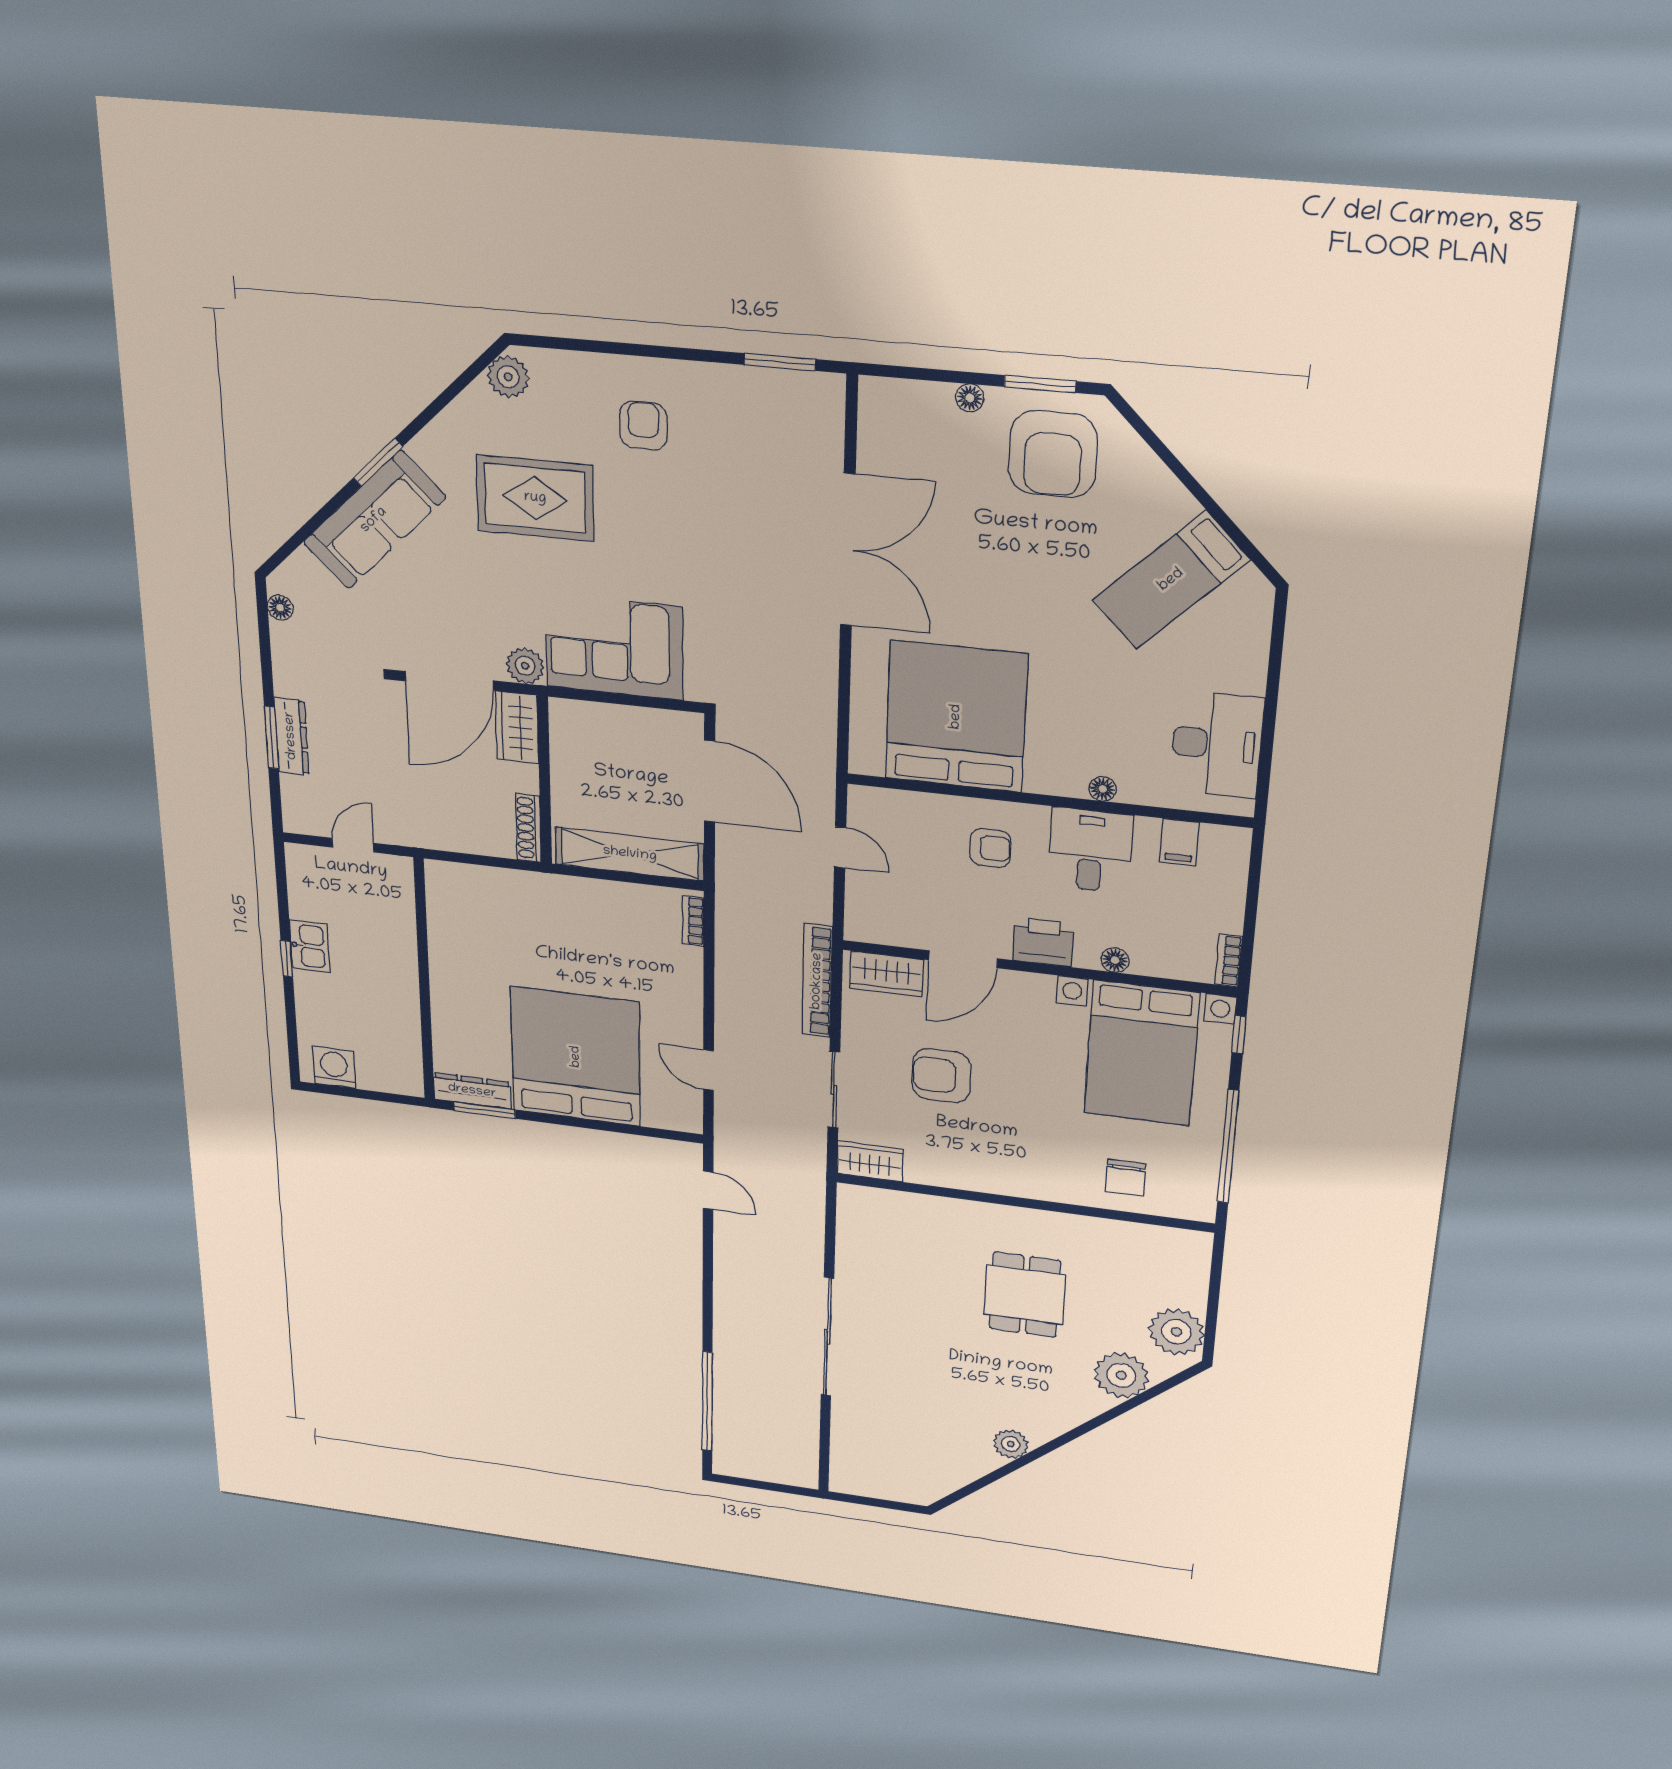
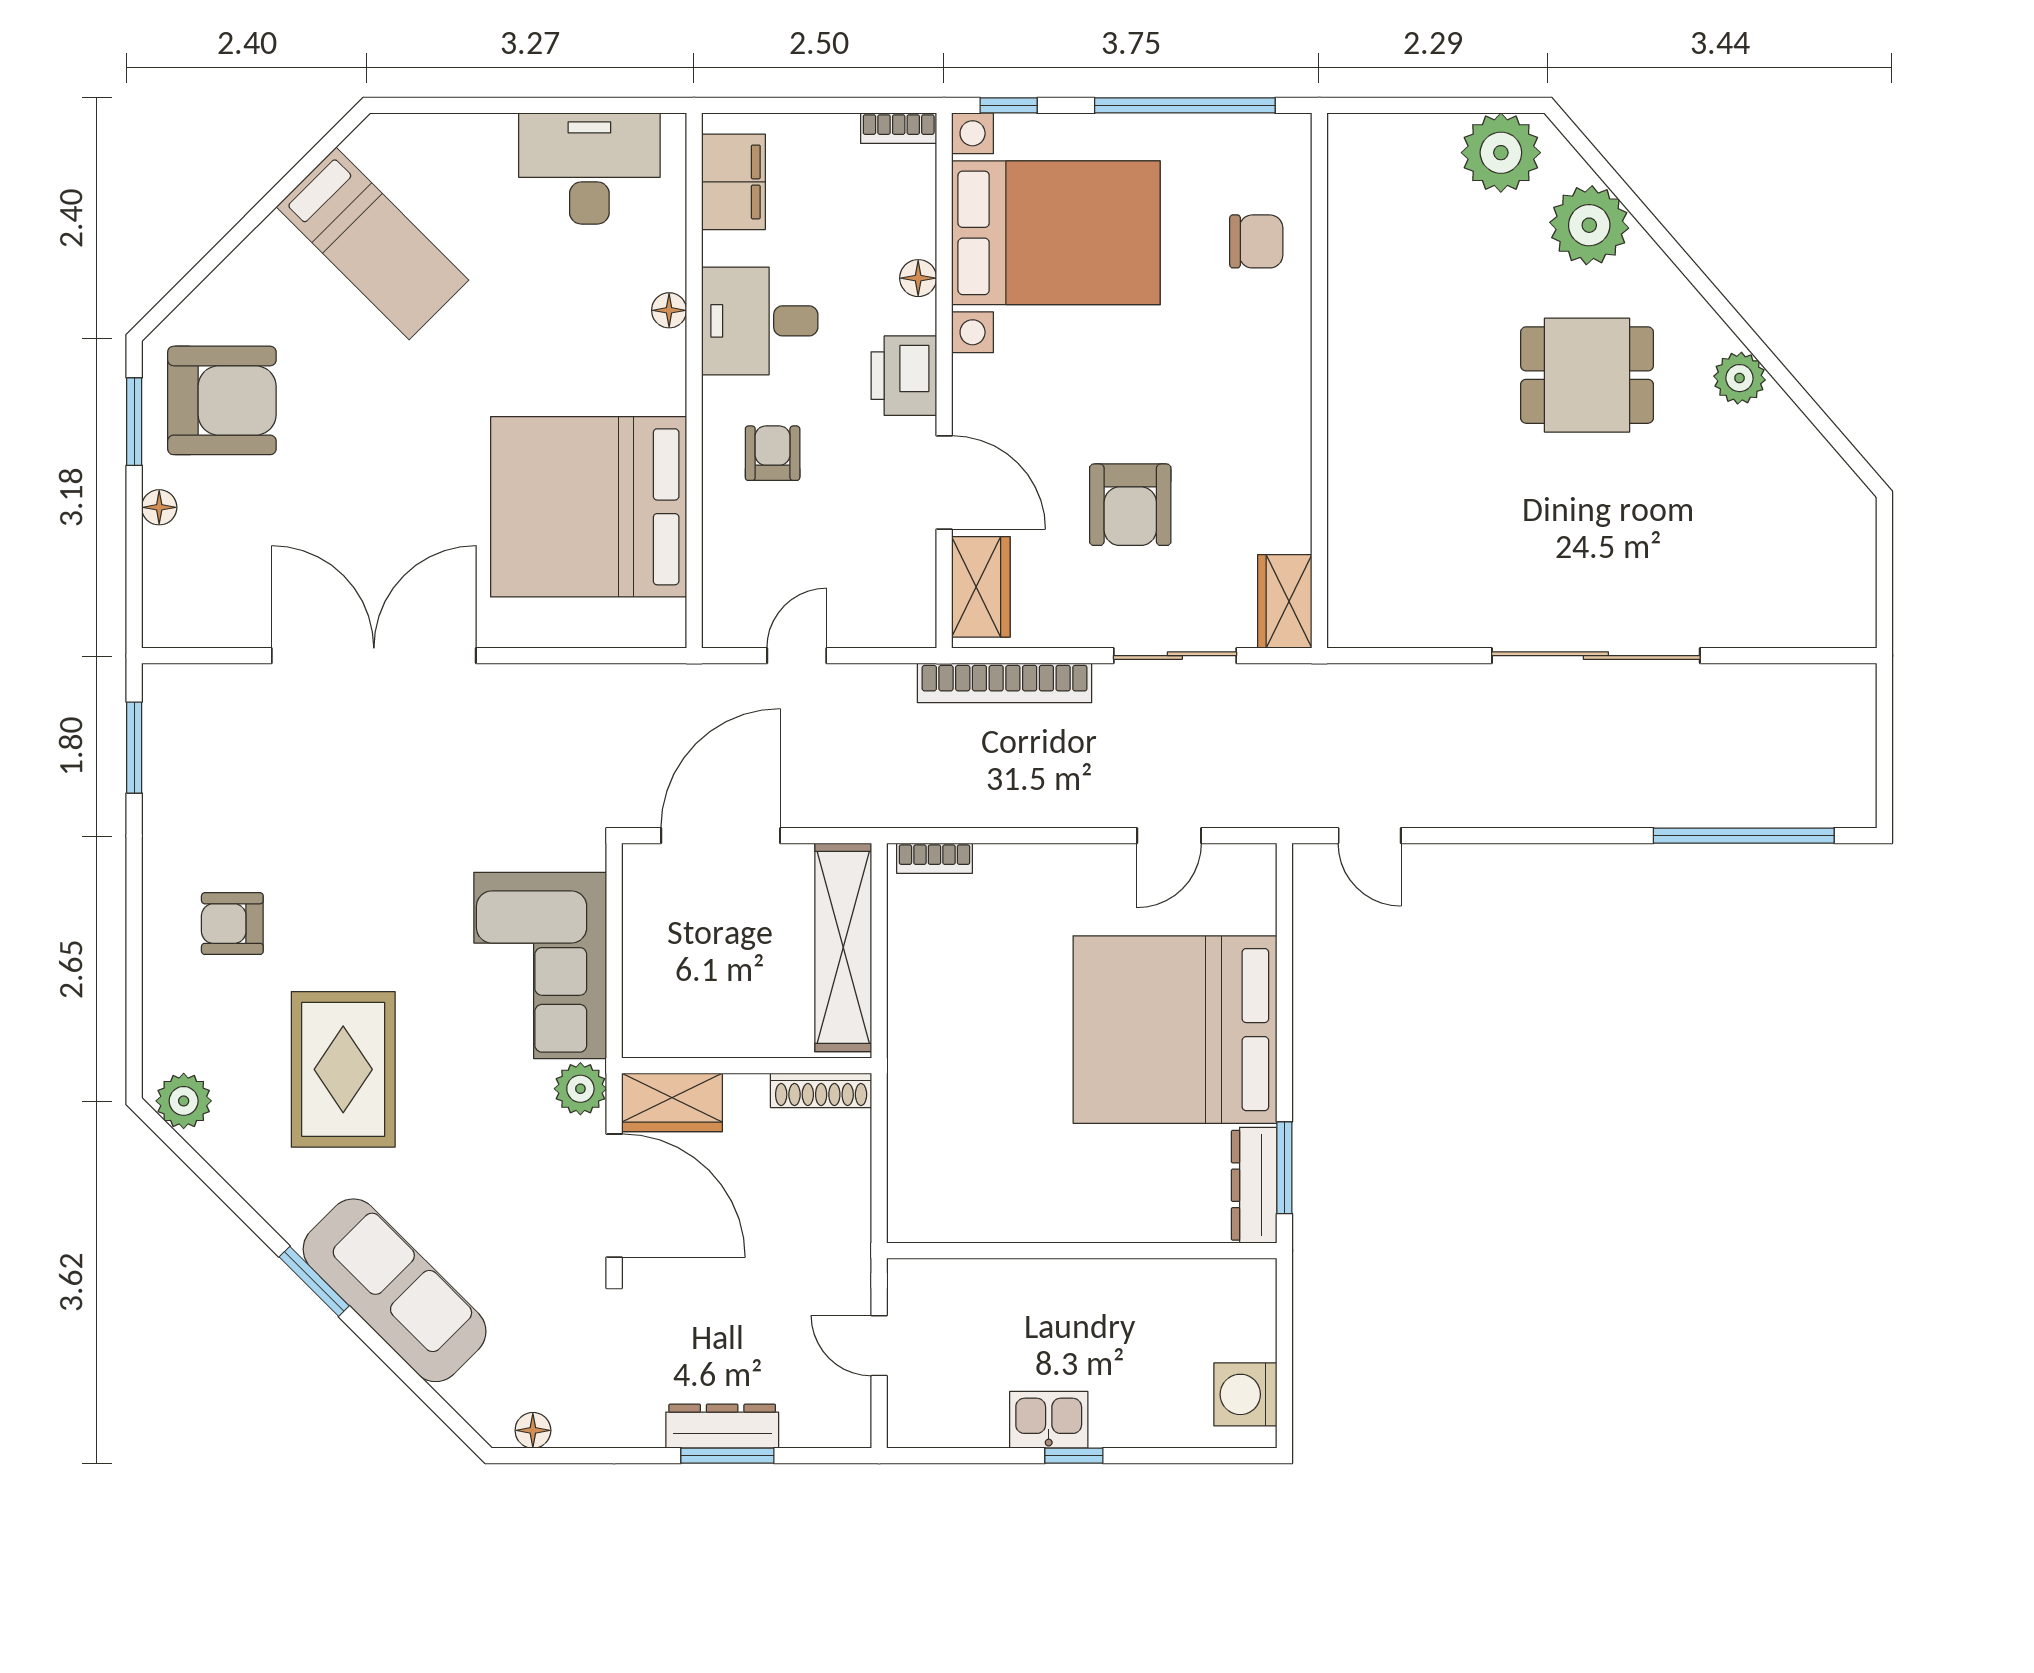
filing cabinet: (1179, 842) -> (733, 182), width x2.00
door: (708, 1190) -> (1370, 836), swing flipped
dining table: (1025, 1295) -> (1587, 375), moved

